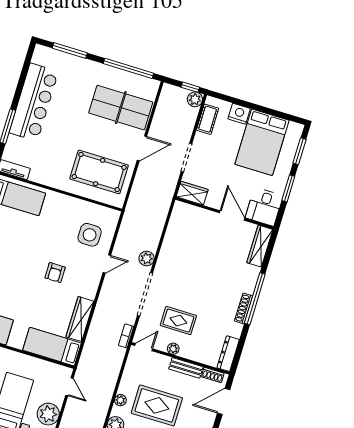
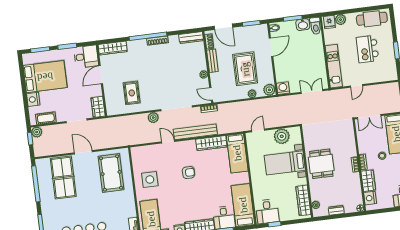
side table: (90, 235) -> (150, 179), moved
bench: (104, 305) -> (195, 132), added
rug: (178, 321) -> (132, 93), moved

